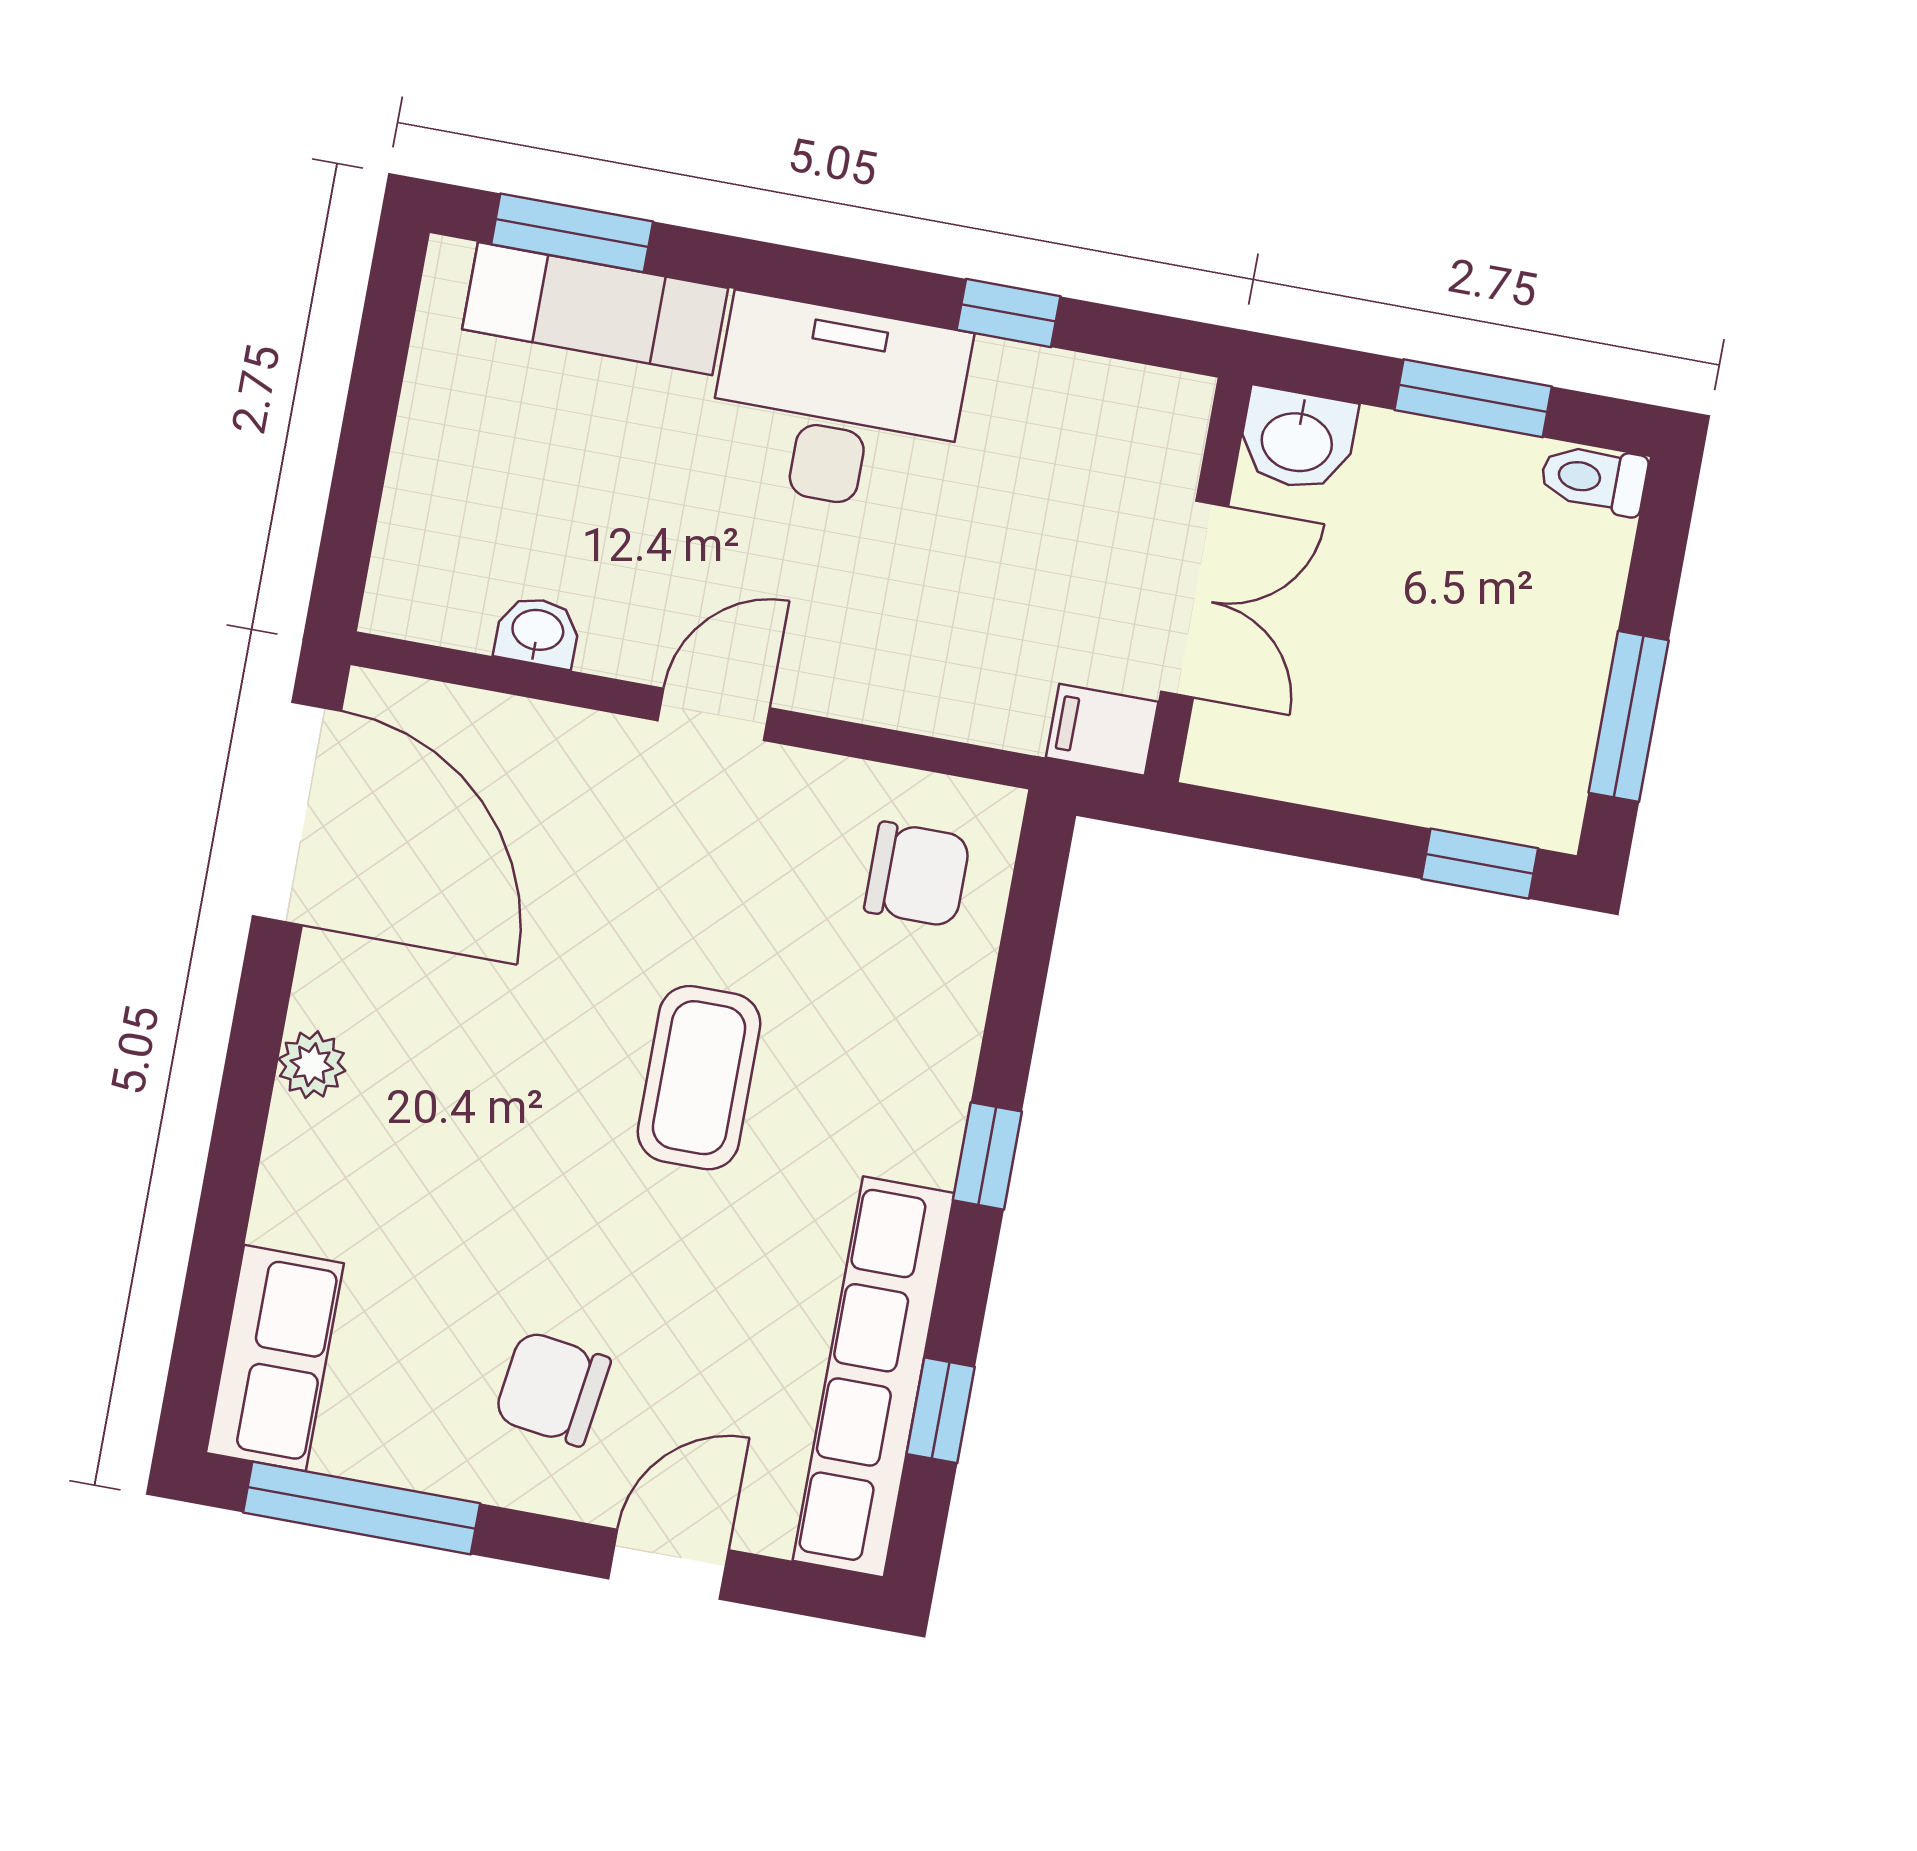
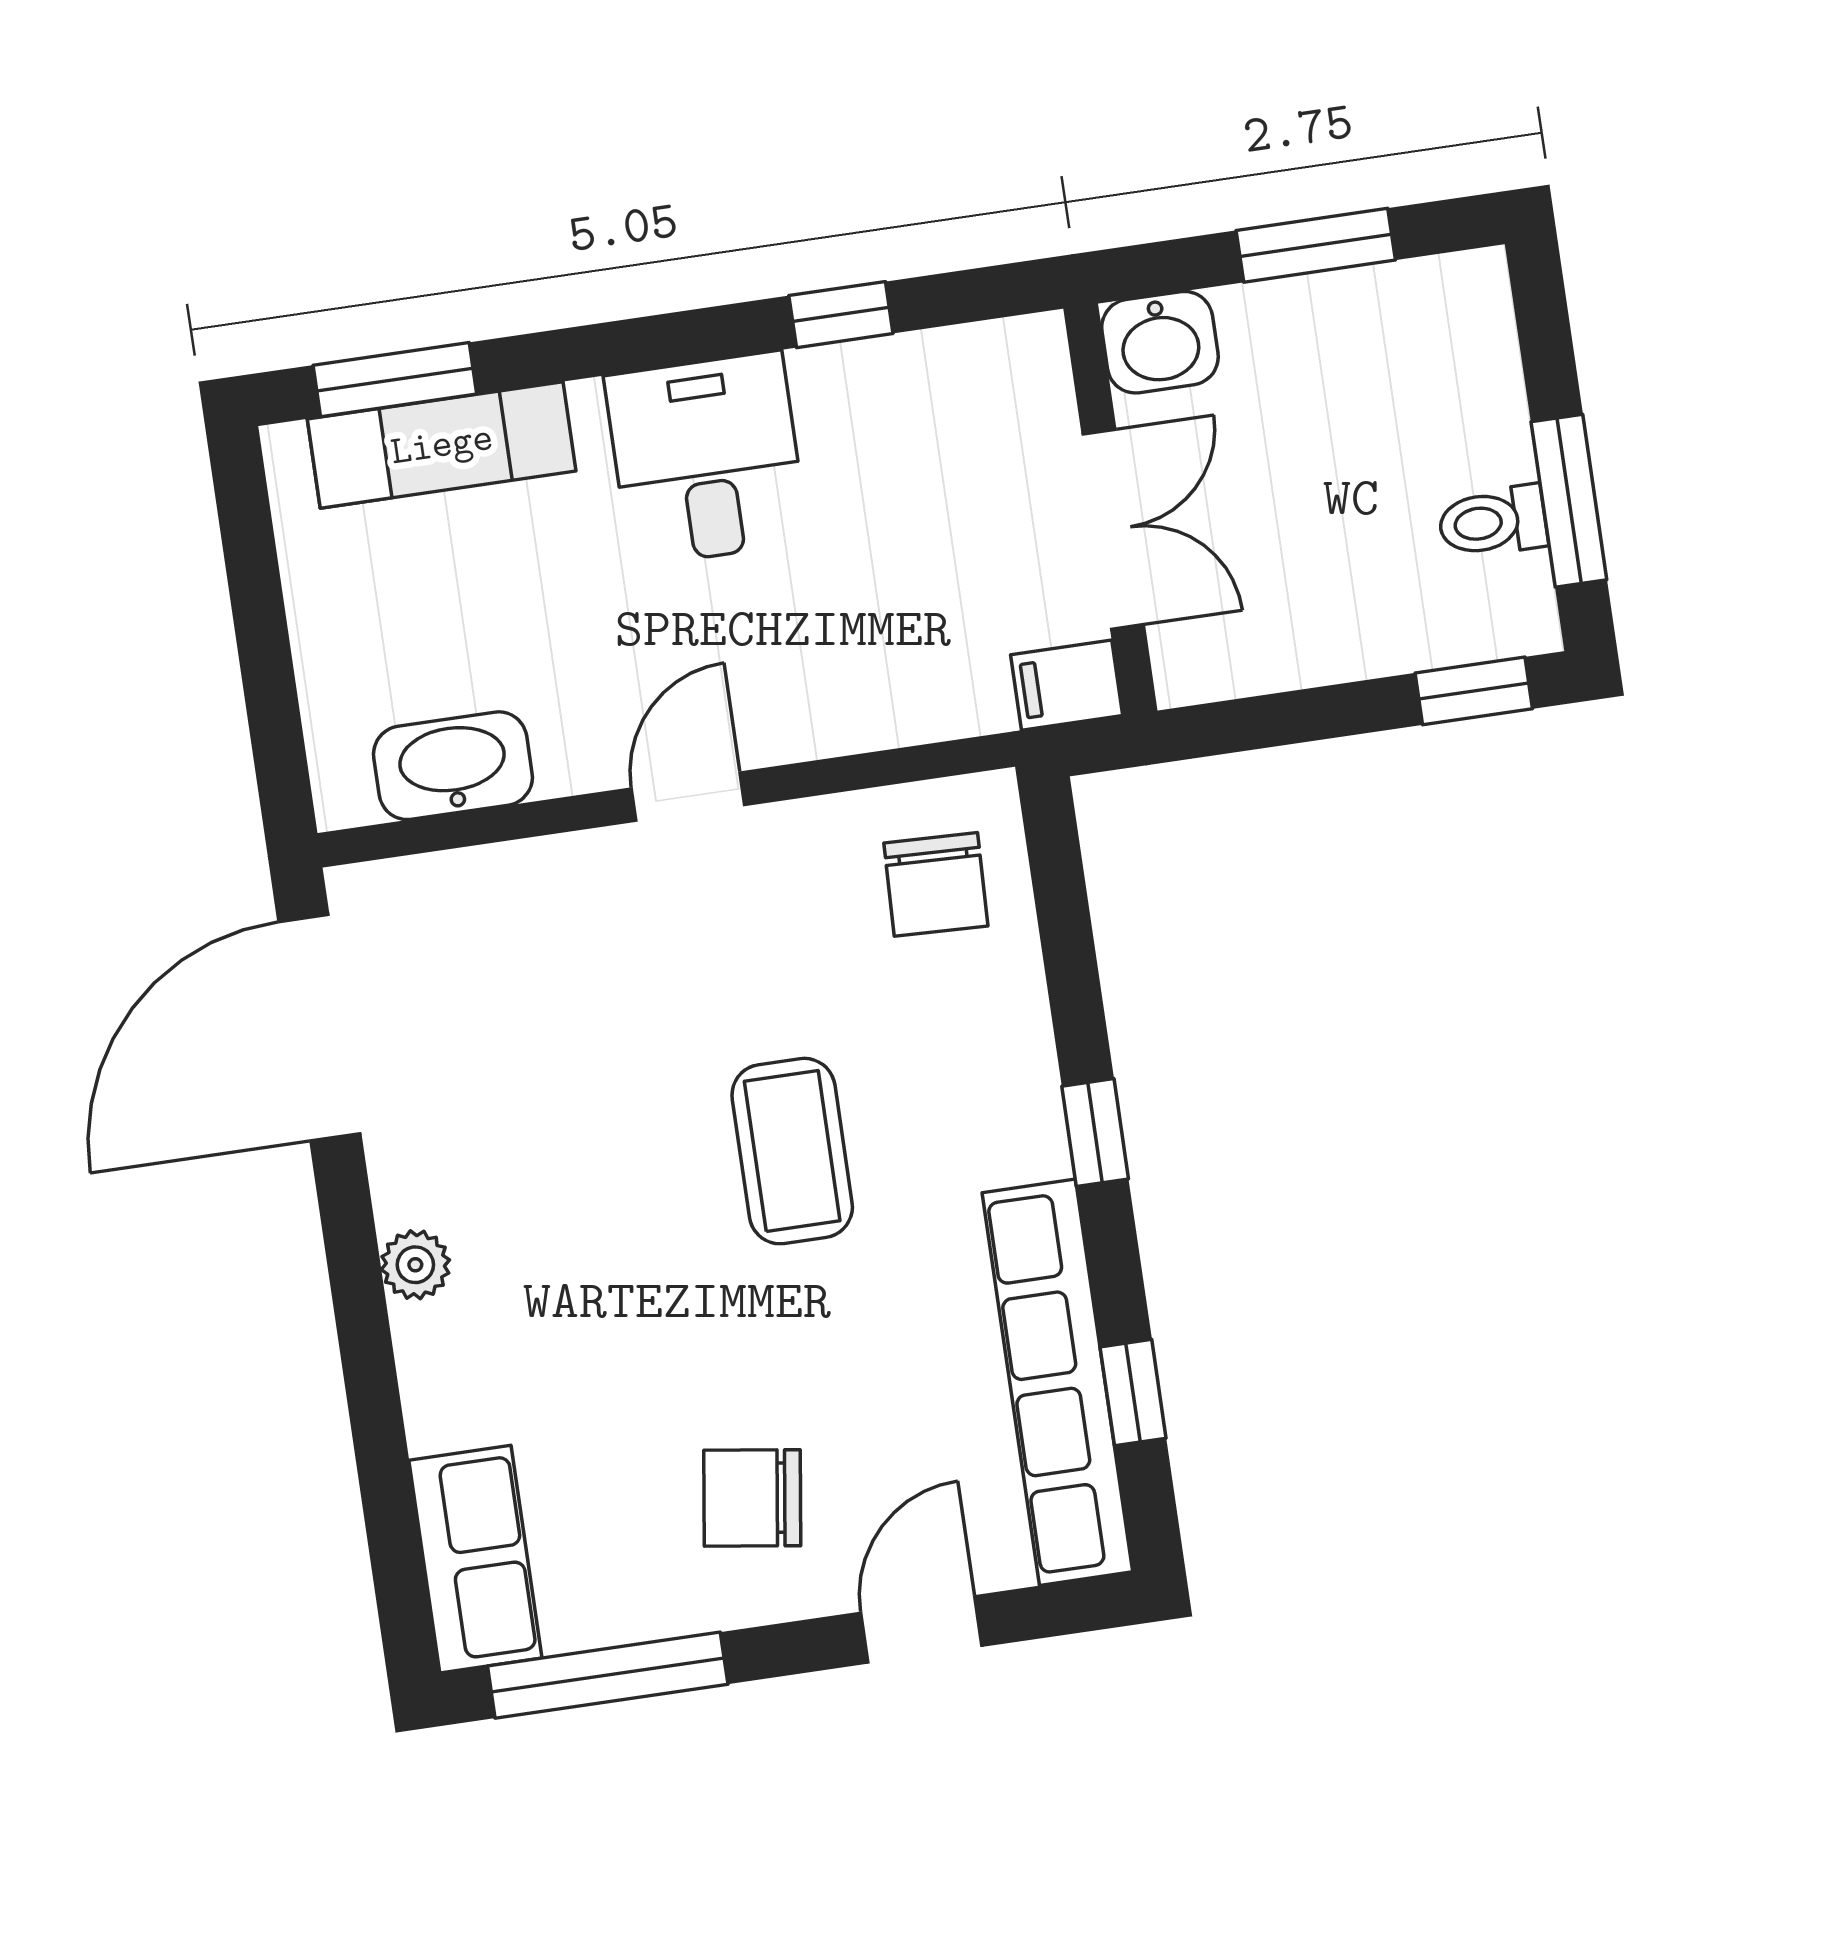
desk: (837, 405) -> (706, 459), width x0.73
toilet: (1594, 479) -> (1493, 522), moved
washbasin: (537, 632) -> (453, 766), width x1.91, depth x1.45
door: (297, 813) -> (319, 1028), swing flipped
chair: (917, 874) -> (936, 884), turned 92

